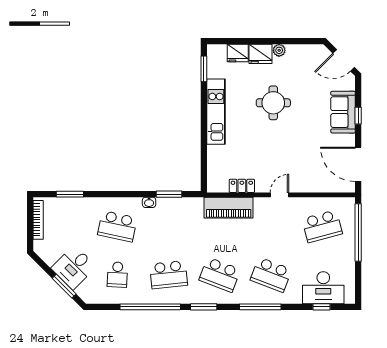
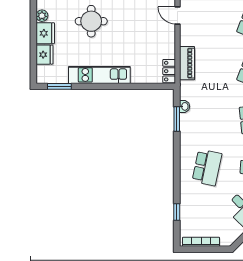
locker: (242, 186) -> (169, 71), moved
window: (70, 194) -> (177, 212), width x0.67
washbasin: (149, 202) -> (185, 106), moved
piano: (229, 208) -> (187, 63), width x0.73, depth x0.75

